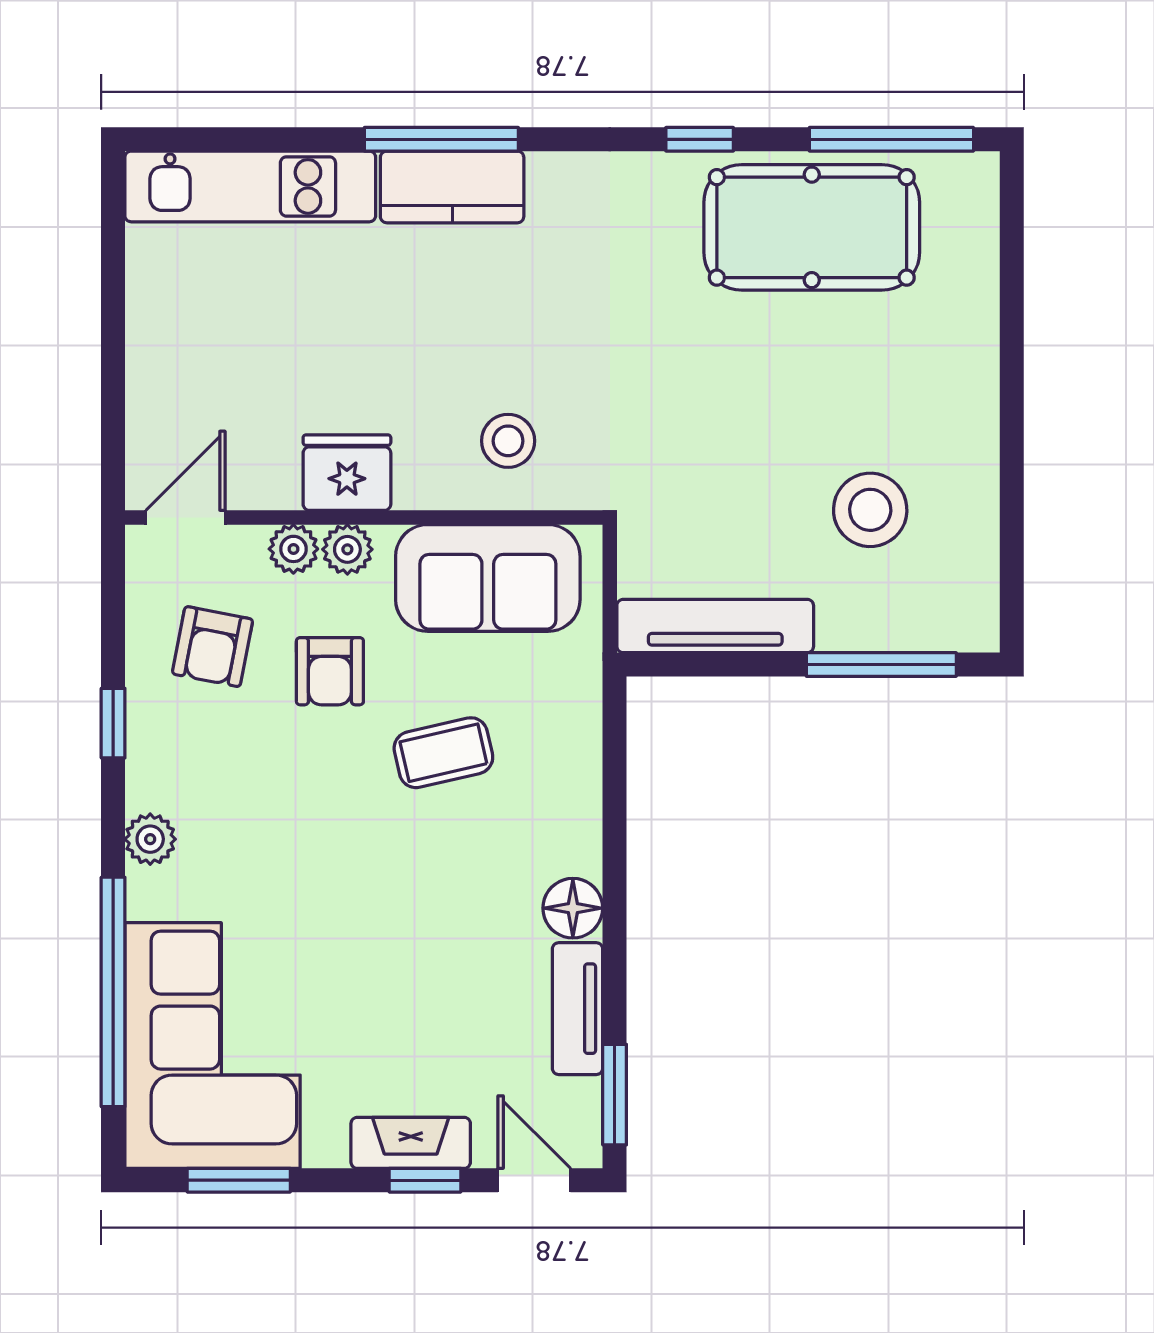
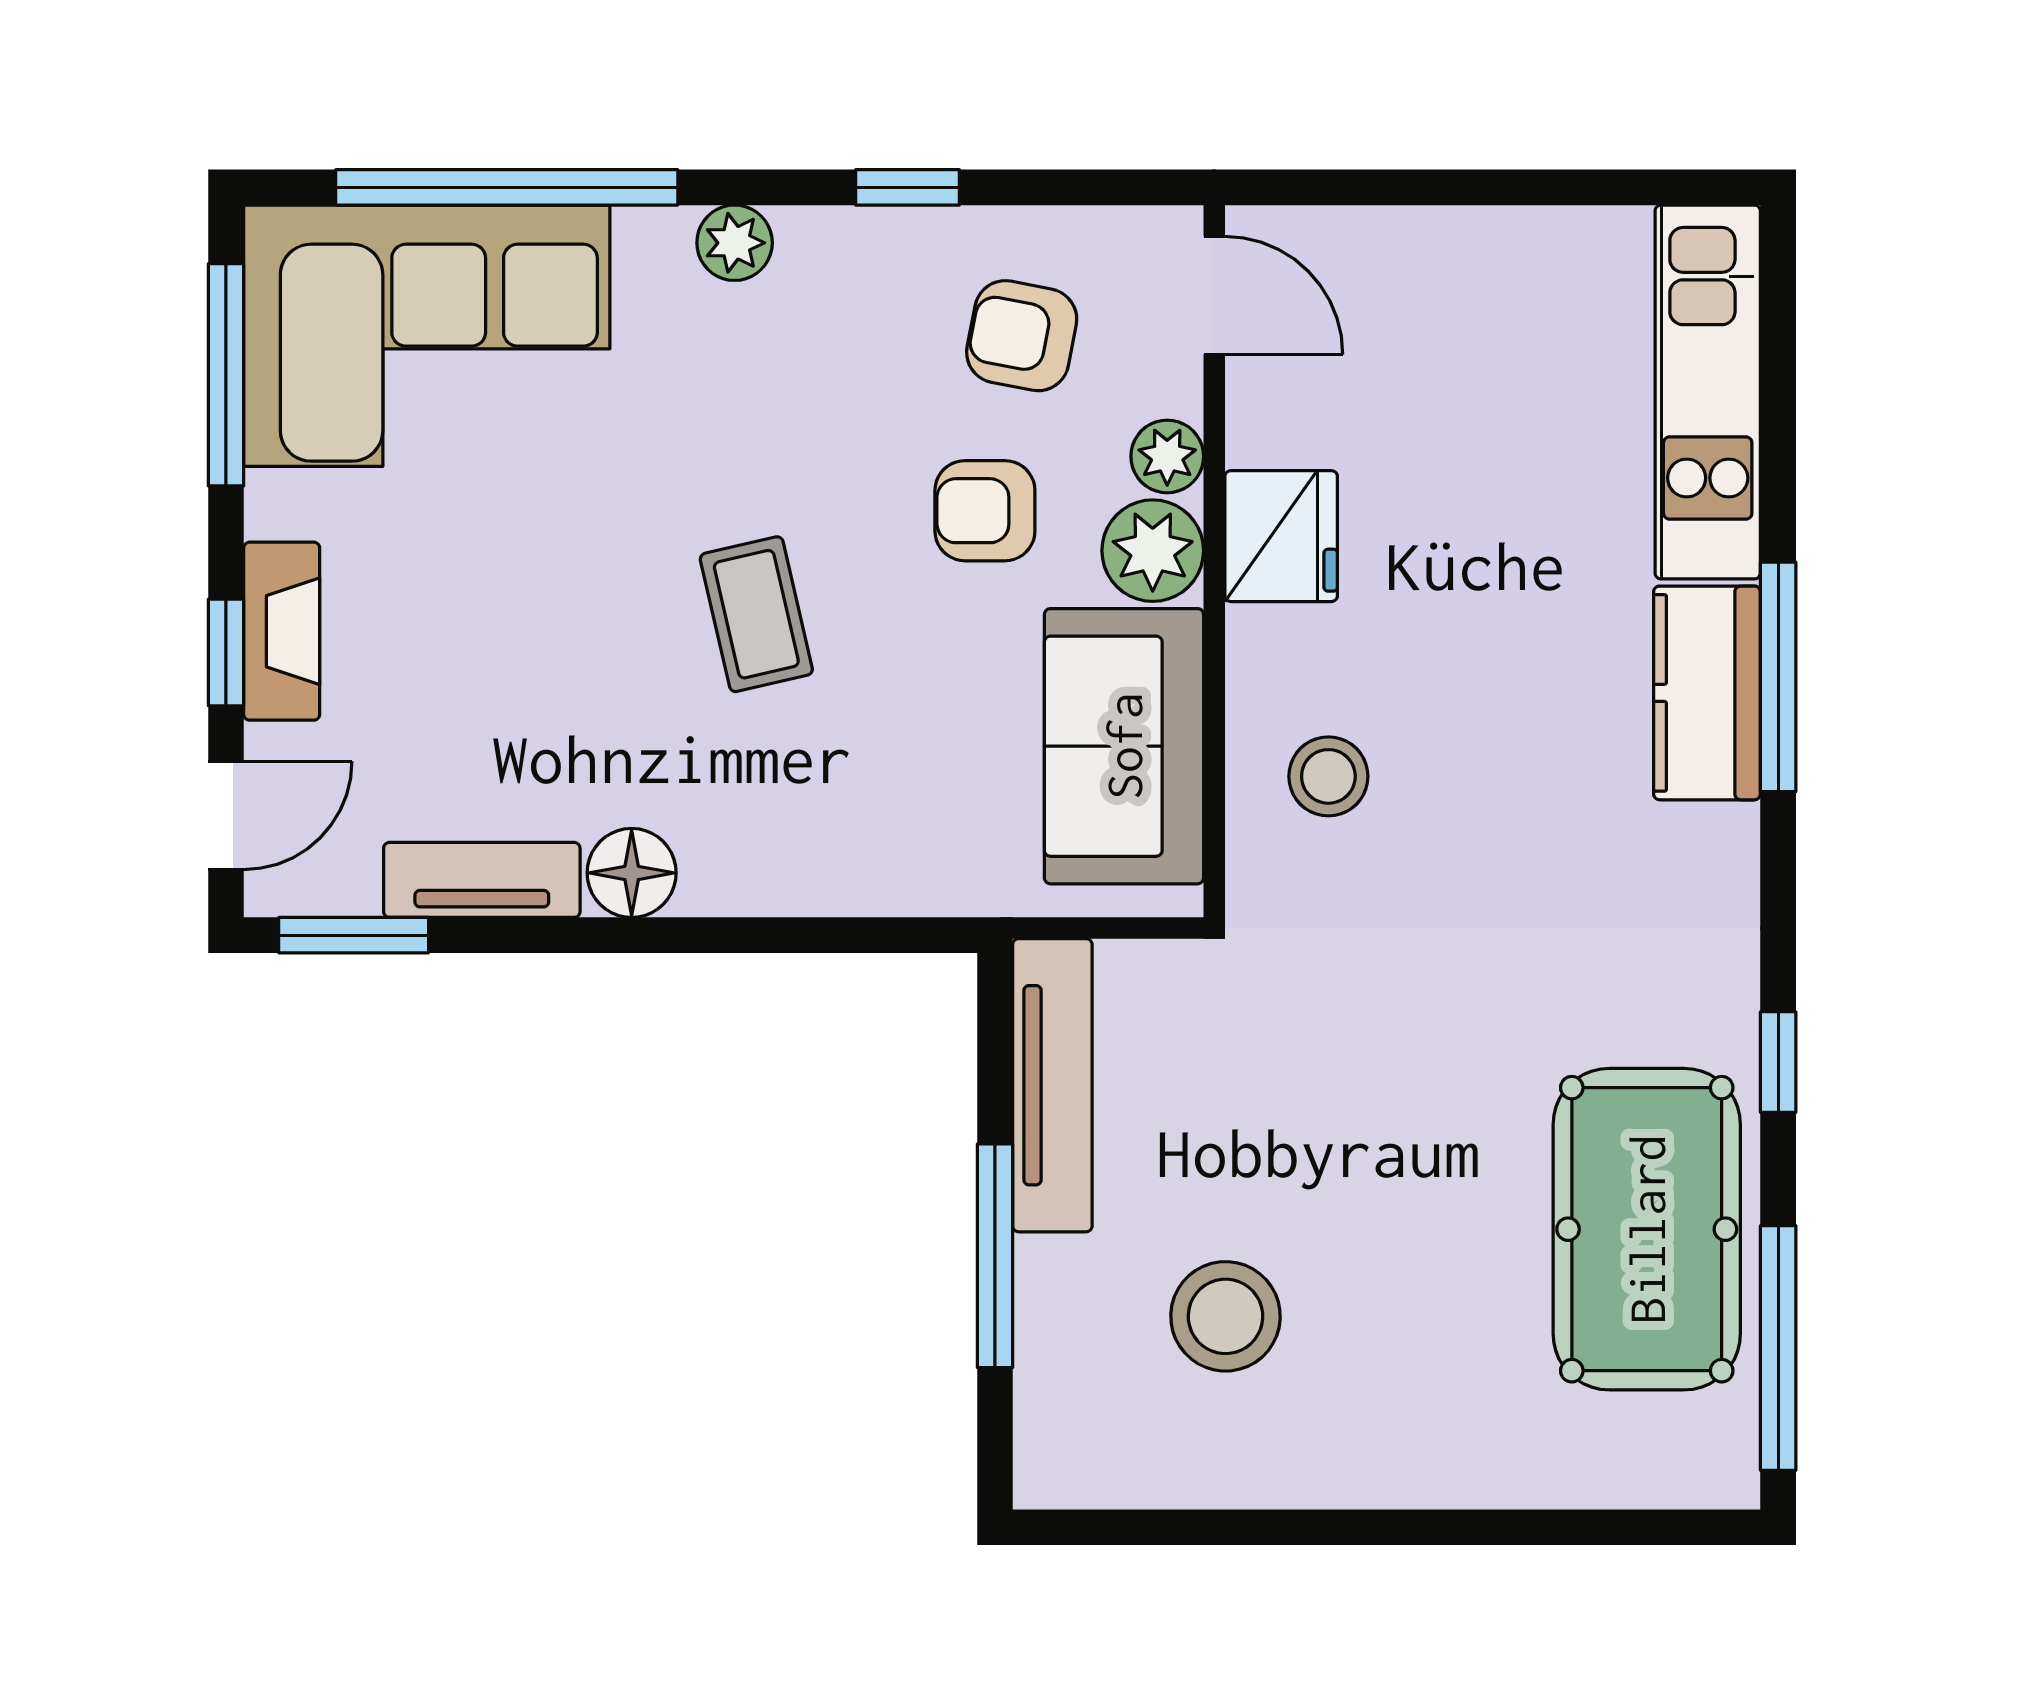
plant: (347, 549) -> (1153, 551), width x1.38, depth x1.38
window: (881, 664) -> (995, 1256), moved
coffee table: (443, 753) -> (756, 614), moved
window: (239, 1180) -> (226, 375), width x1.44

